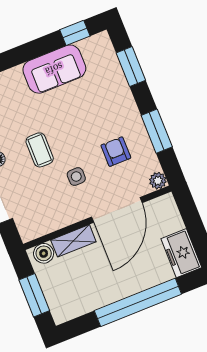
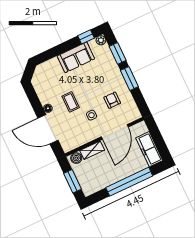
window: (157, 131) -> (129, 78), moved
plant: (158, 181) -> (101, 40), moved
freezer: (181, 253) -> (149, 149), width x1.40

